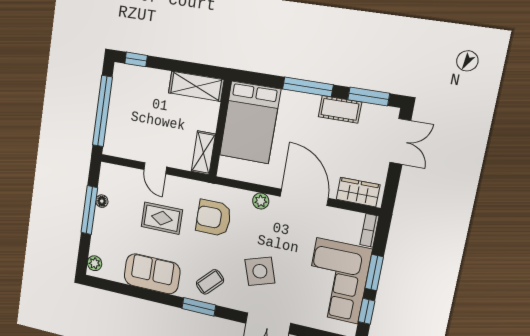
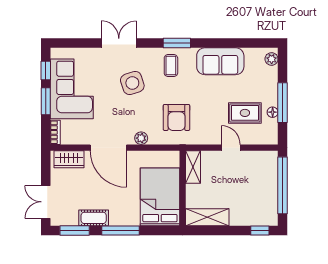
rug: (162, 218) -> (245, 113), moved
armchair: (213, 218) -> (176, 117), turned 90
coffee table: (210, 282) -> (171, 66), turned -44

